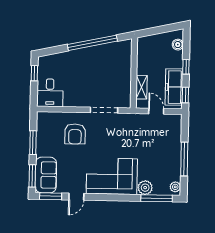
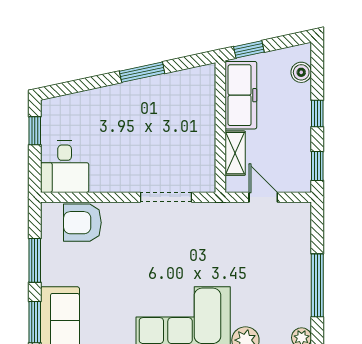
window: (150, 32) -> (249, 49), added
window: (92, 43) -> (142, 72), width x0.47
freezer: (174, 87) -> (241, 95), moved, turned 180
armchair: (75, 134) -> (82, 223), moved, turned 90

